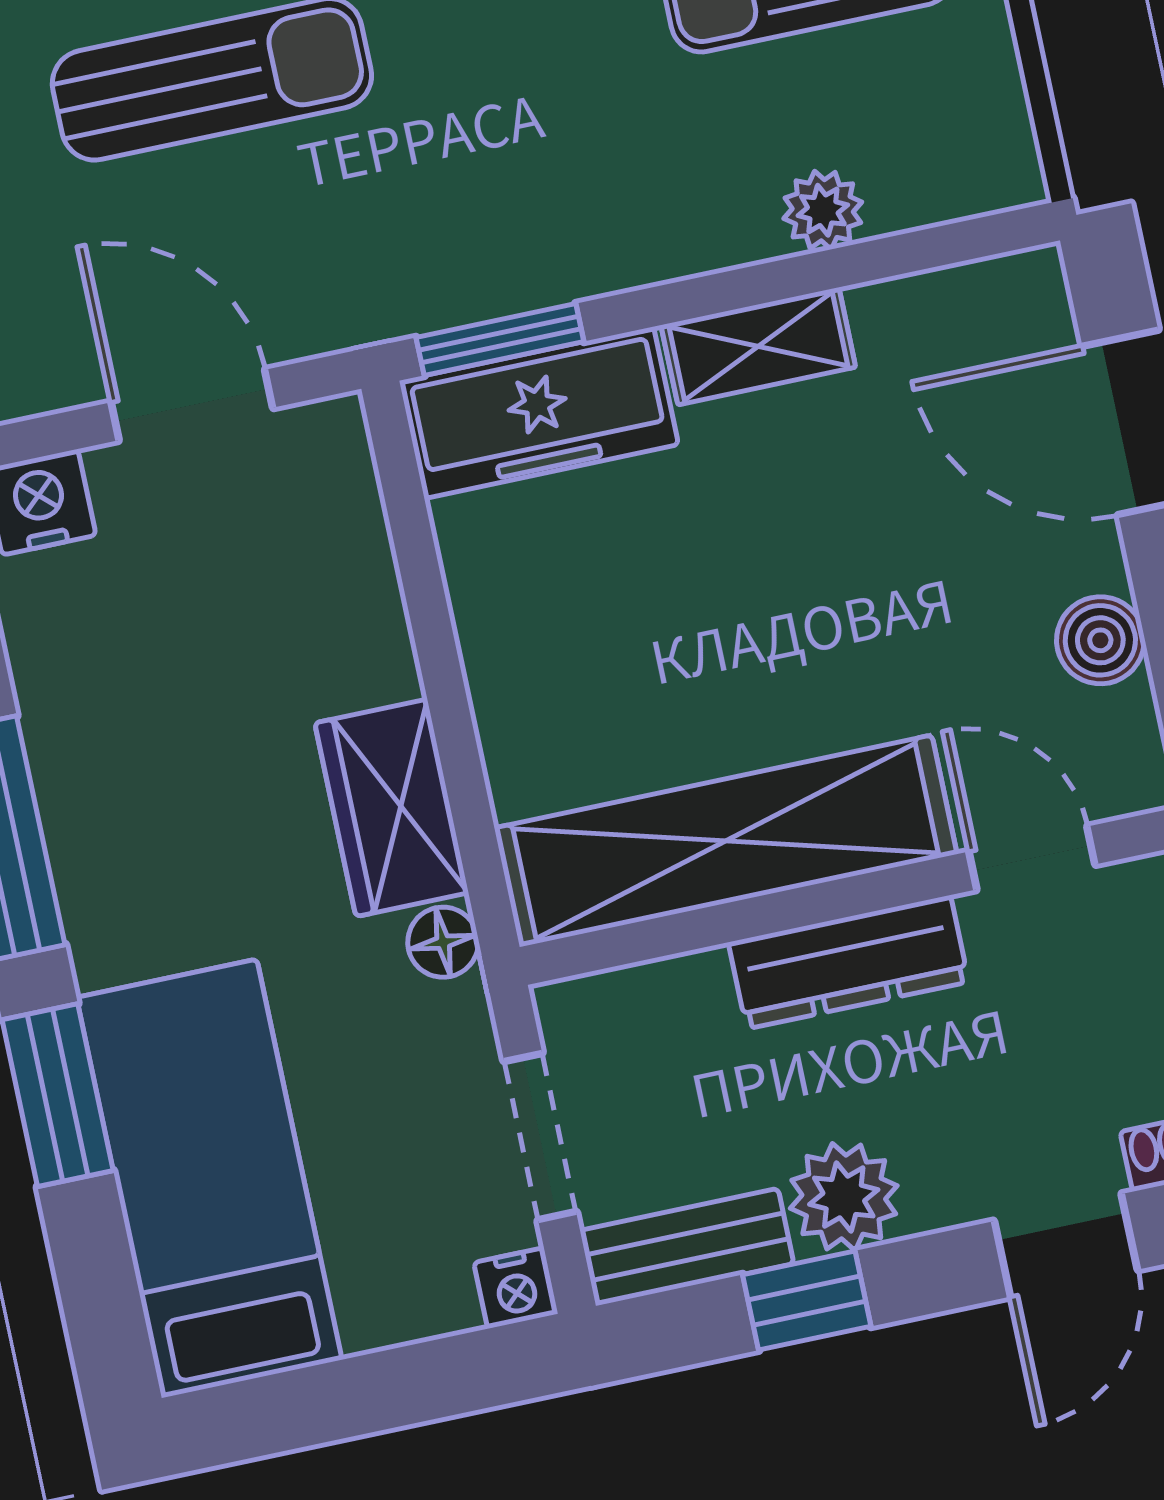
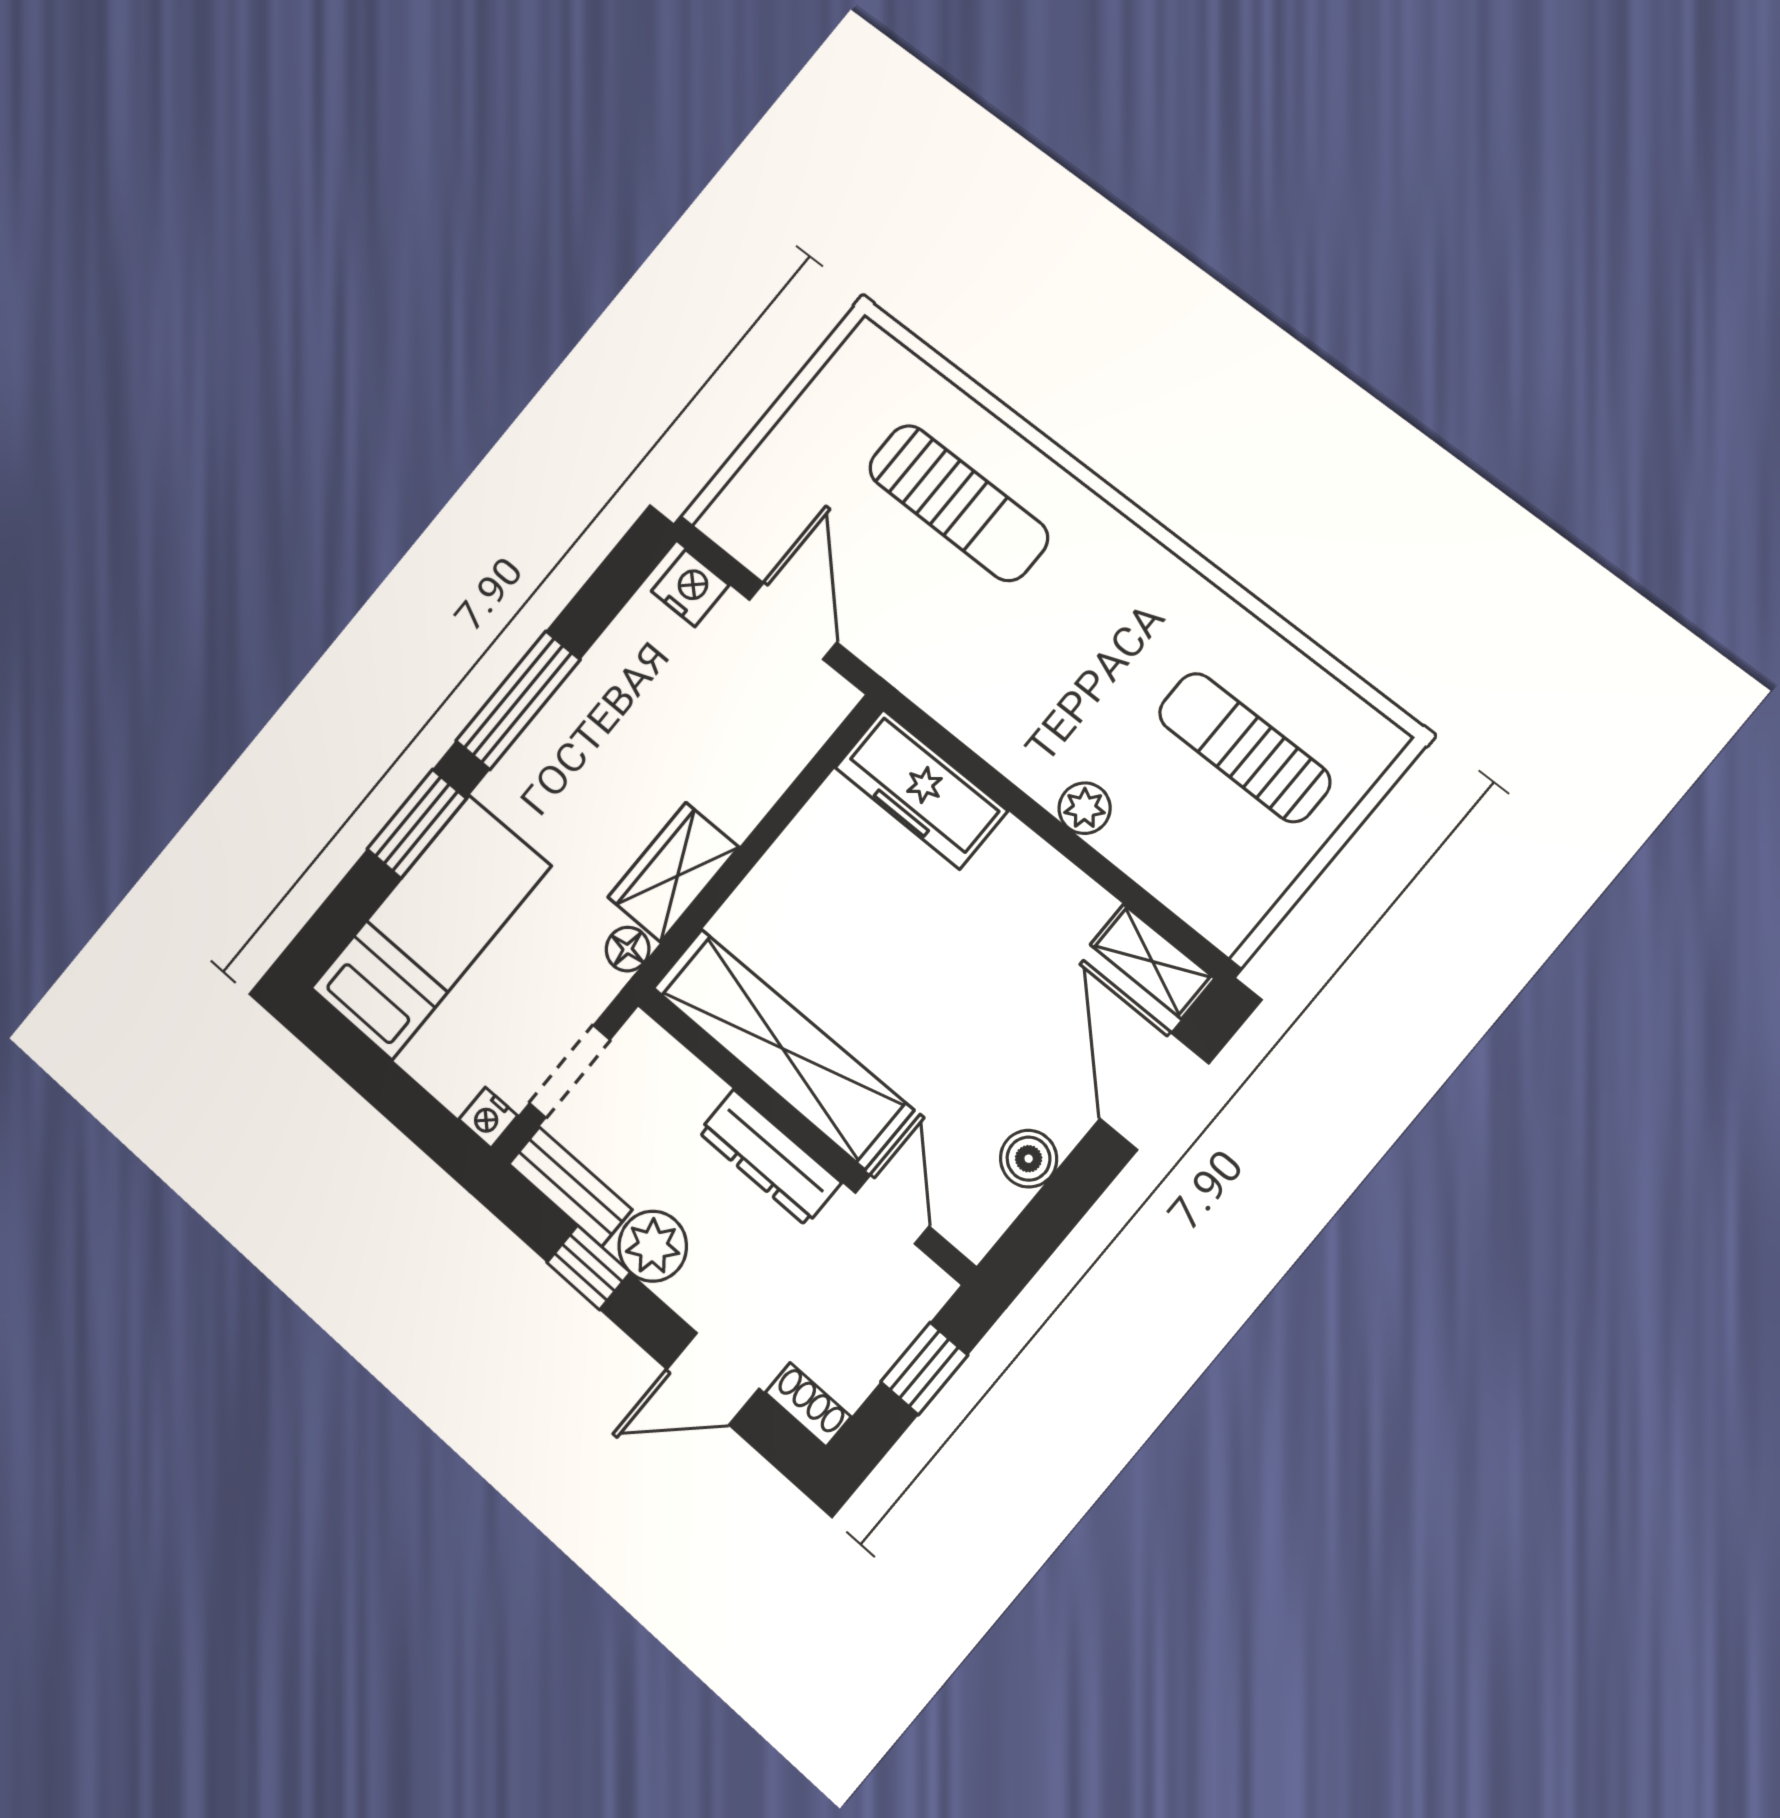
plant: (823, 210) -> (1085, 808), moved
window: (500, 340) -> (942, 742), removed
shelving: (758, 346) -> (1152, 961), moved

